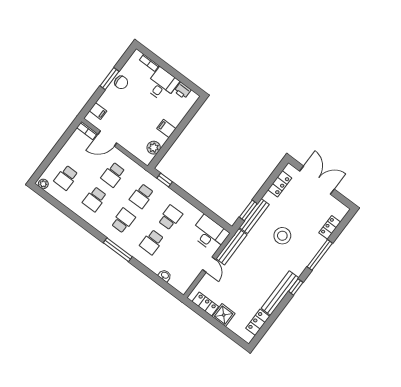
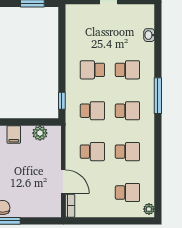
filing cabinet: (98, 111) -> (45, 209), removed
school desk: (123, 221) -> (127, 111), turned 180
desk: (210, 234) -> (80, 23), removed

